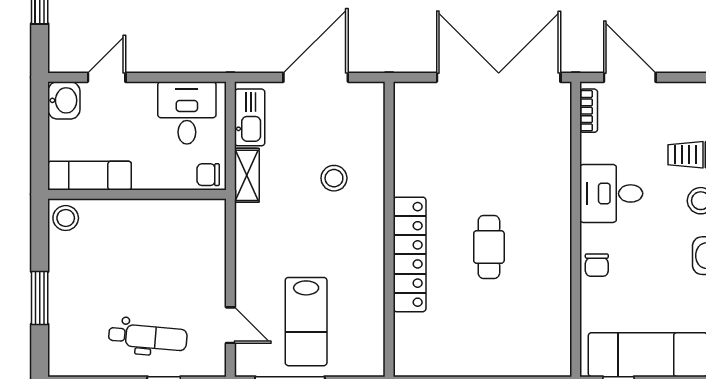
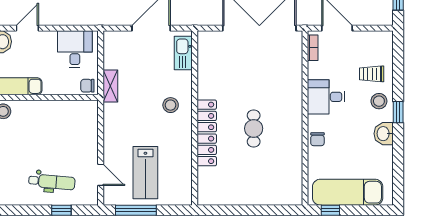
kitchen sink: (250, 117) -> (183, 53), moved, turned 180
stool: (334, 178) -> (171, 105), moved

